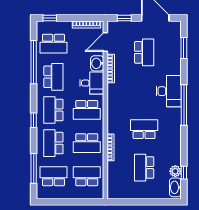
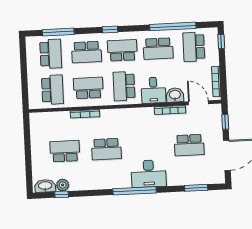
school desk: (144, 129) -> (106, 149), turned 90
school desk: (53, 143) -> (87, 52), turned 180
school desk: (87, 143) -> (88, 88), turned 90

